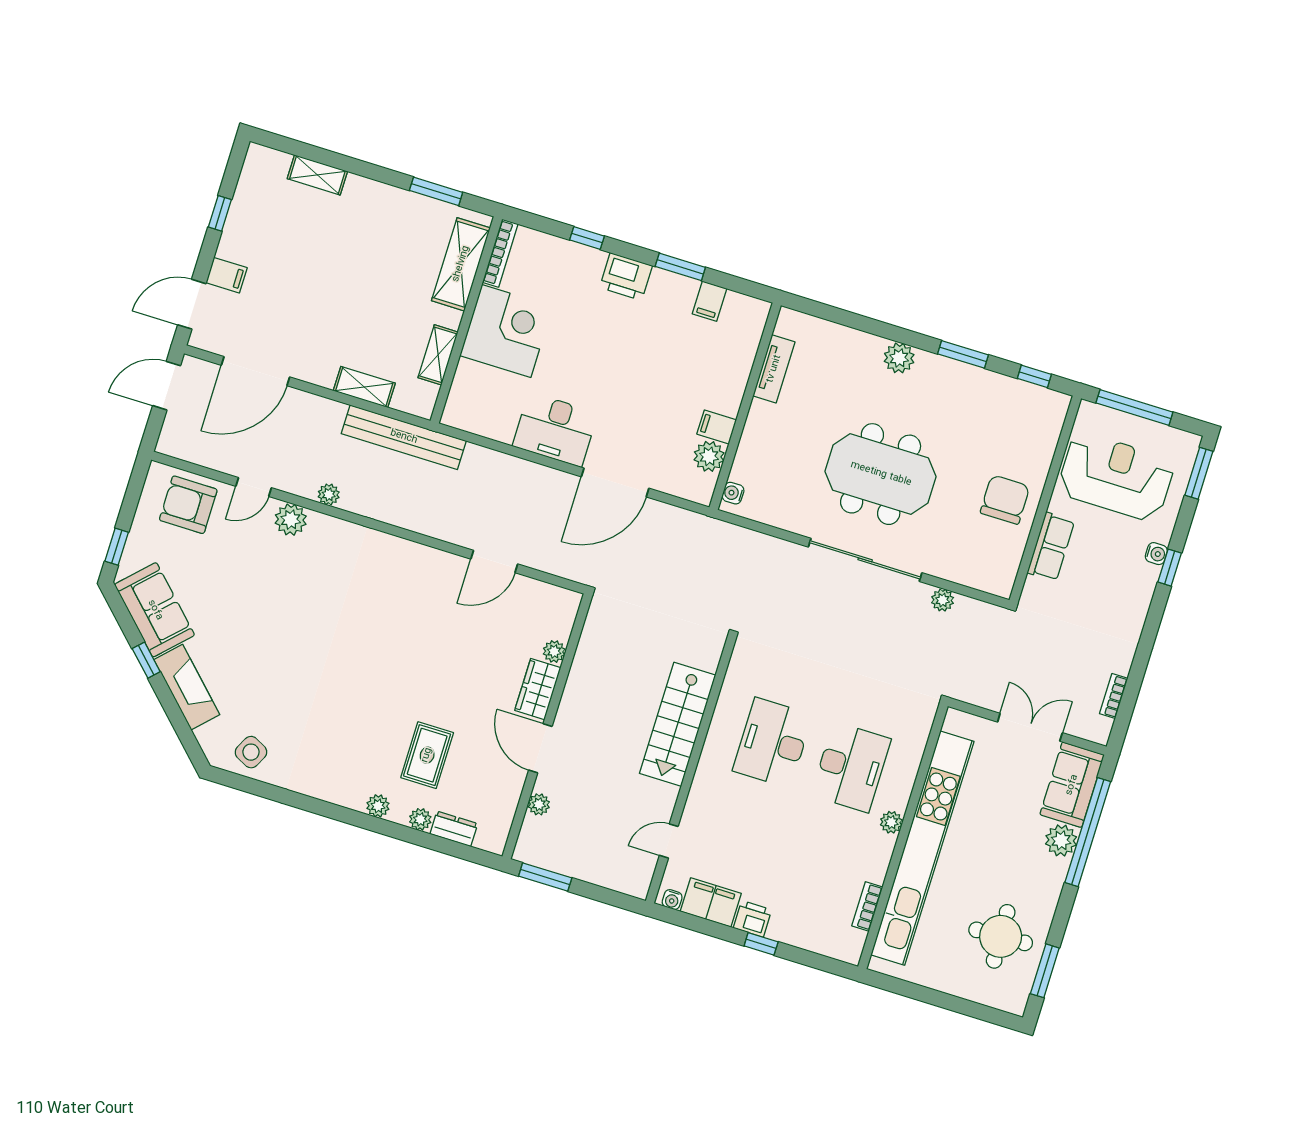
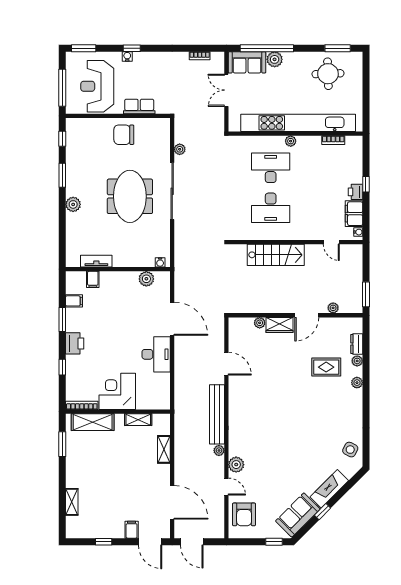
filing cabinet: (717, 427) -> (93, 279), moved
bench: (404, 437) -> (217, 414), moved

